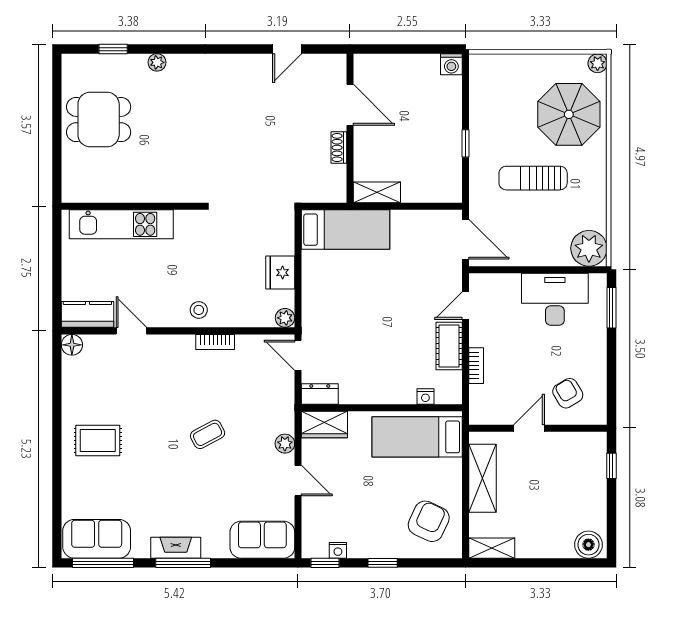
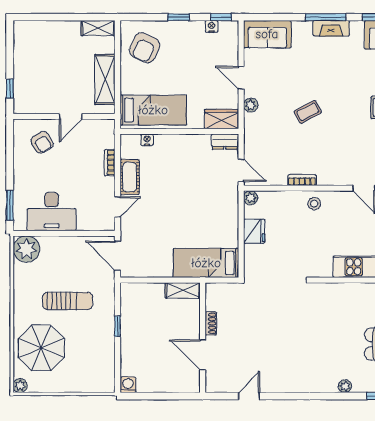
boiler: (588, 545) -> (27, 31), removed

